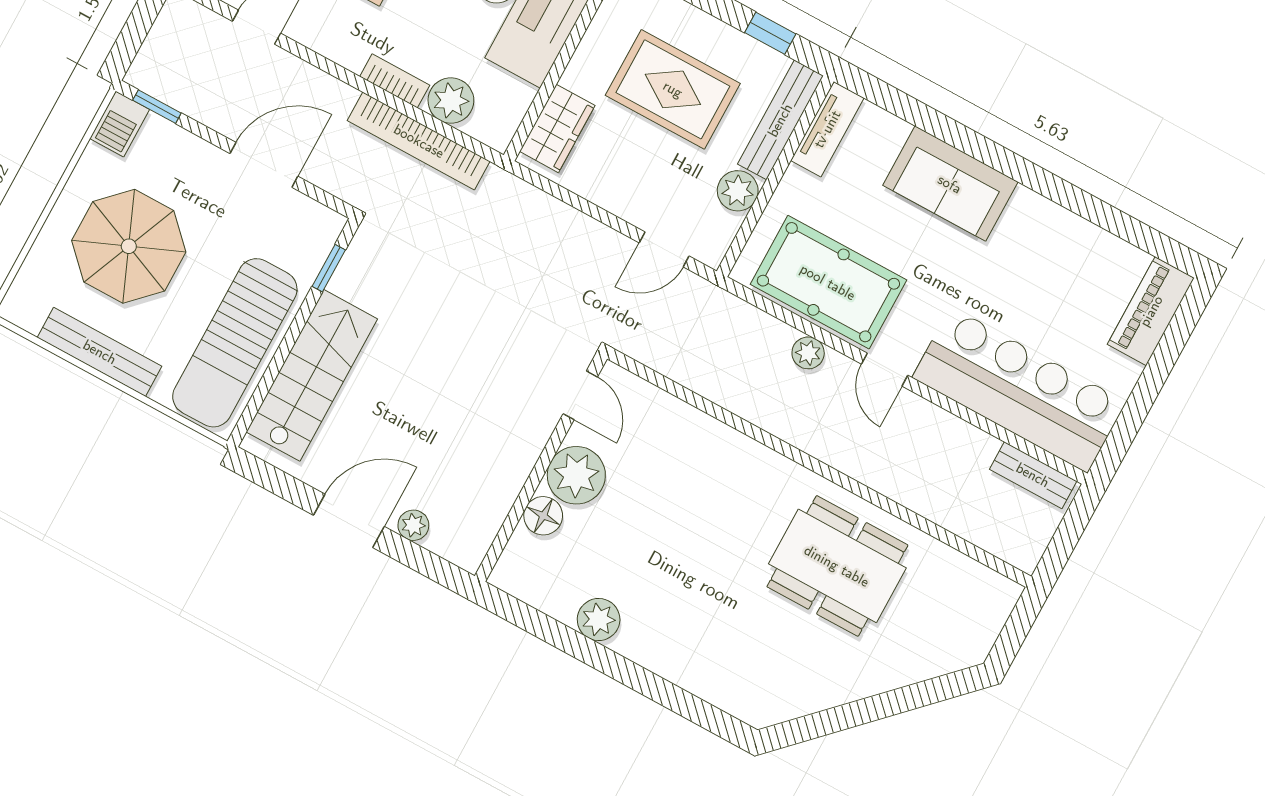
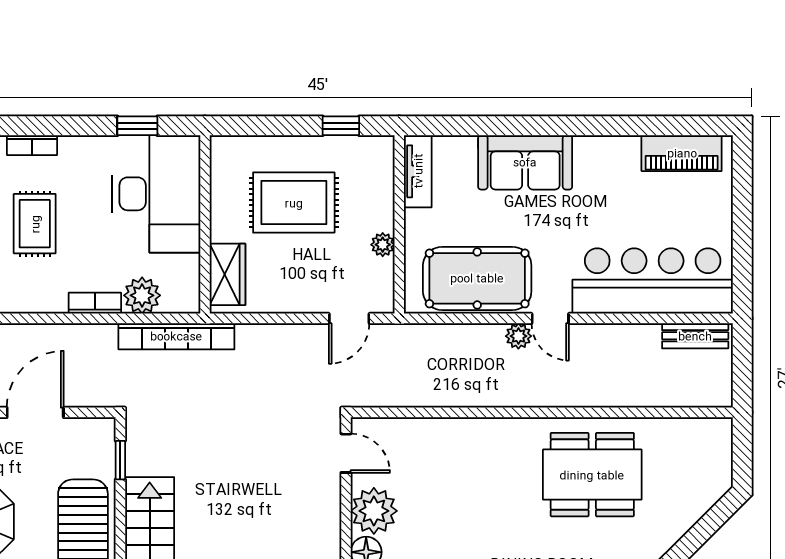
bench: (780, 120) -> (381, 183), removed
bookcase: (419, 141) -> (176, 336), moved
plant: (738, 191) -> (383, 245), width x0.73, depth x0.73
piano: (1151, 311) -> (682, 153), moved, turned -90
plant: (808, 353) -> (518, 336), moved

